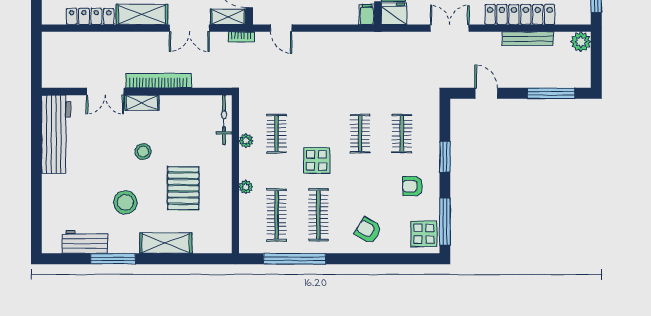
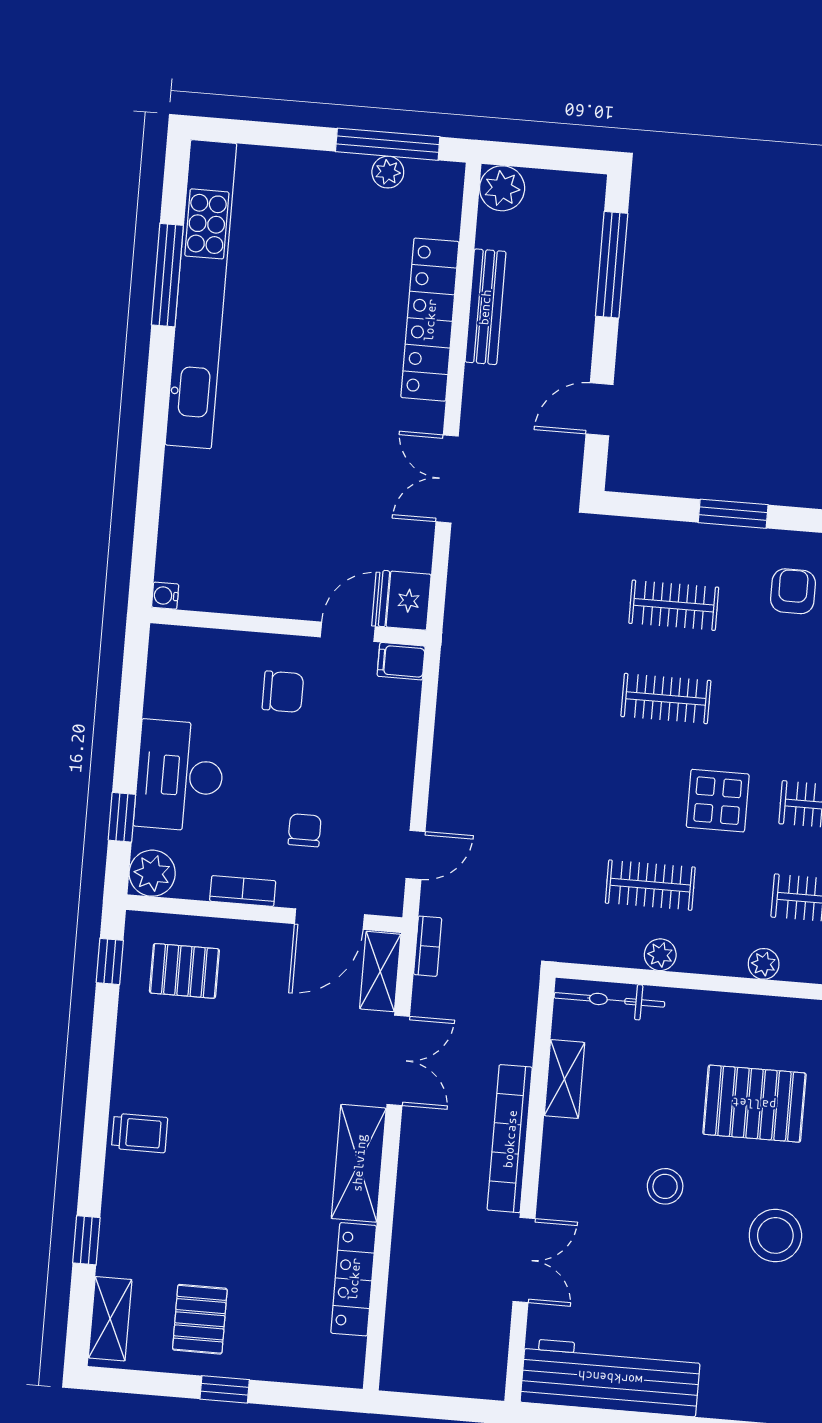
shelving: (142, 103) -> (564, 1079), moved
armchair: (413, 186) -> (793, 591), turned 180

